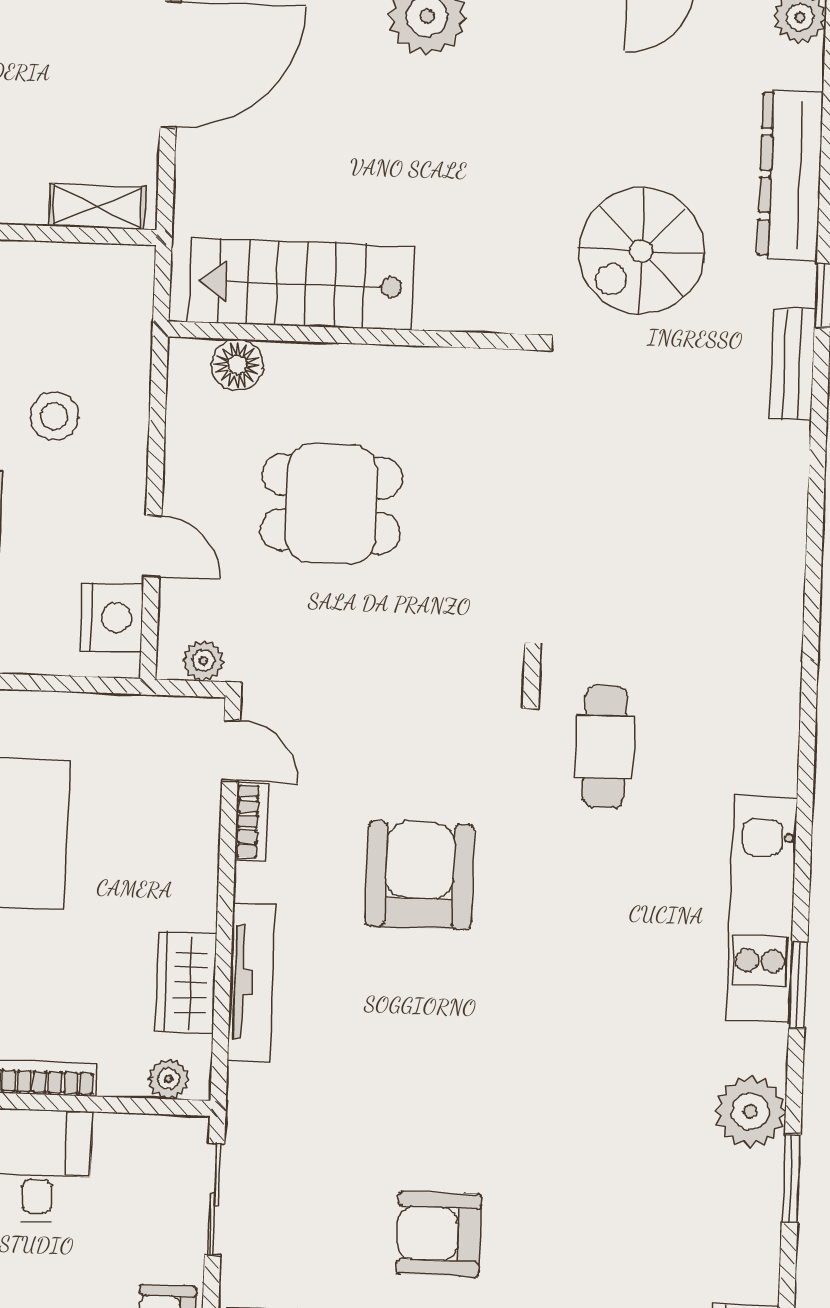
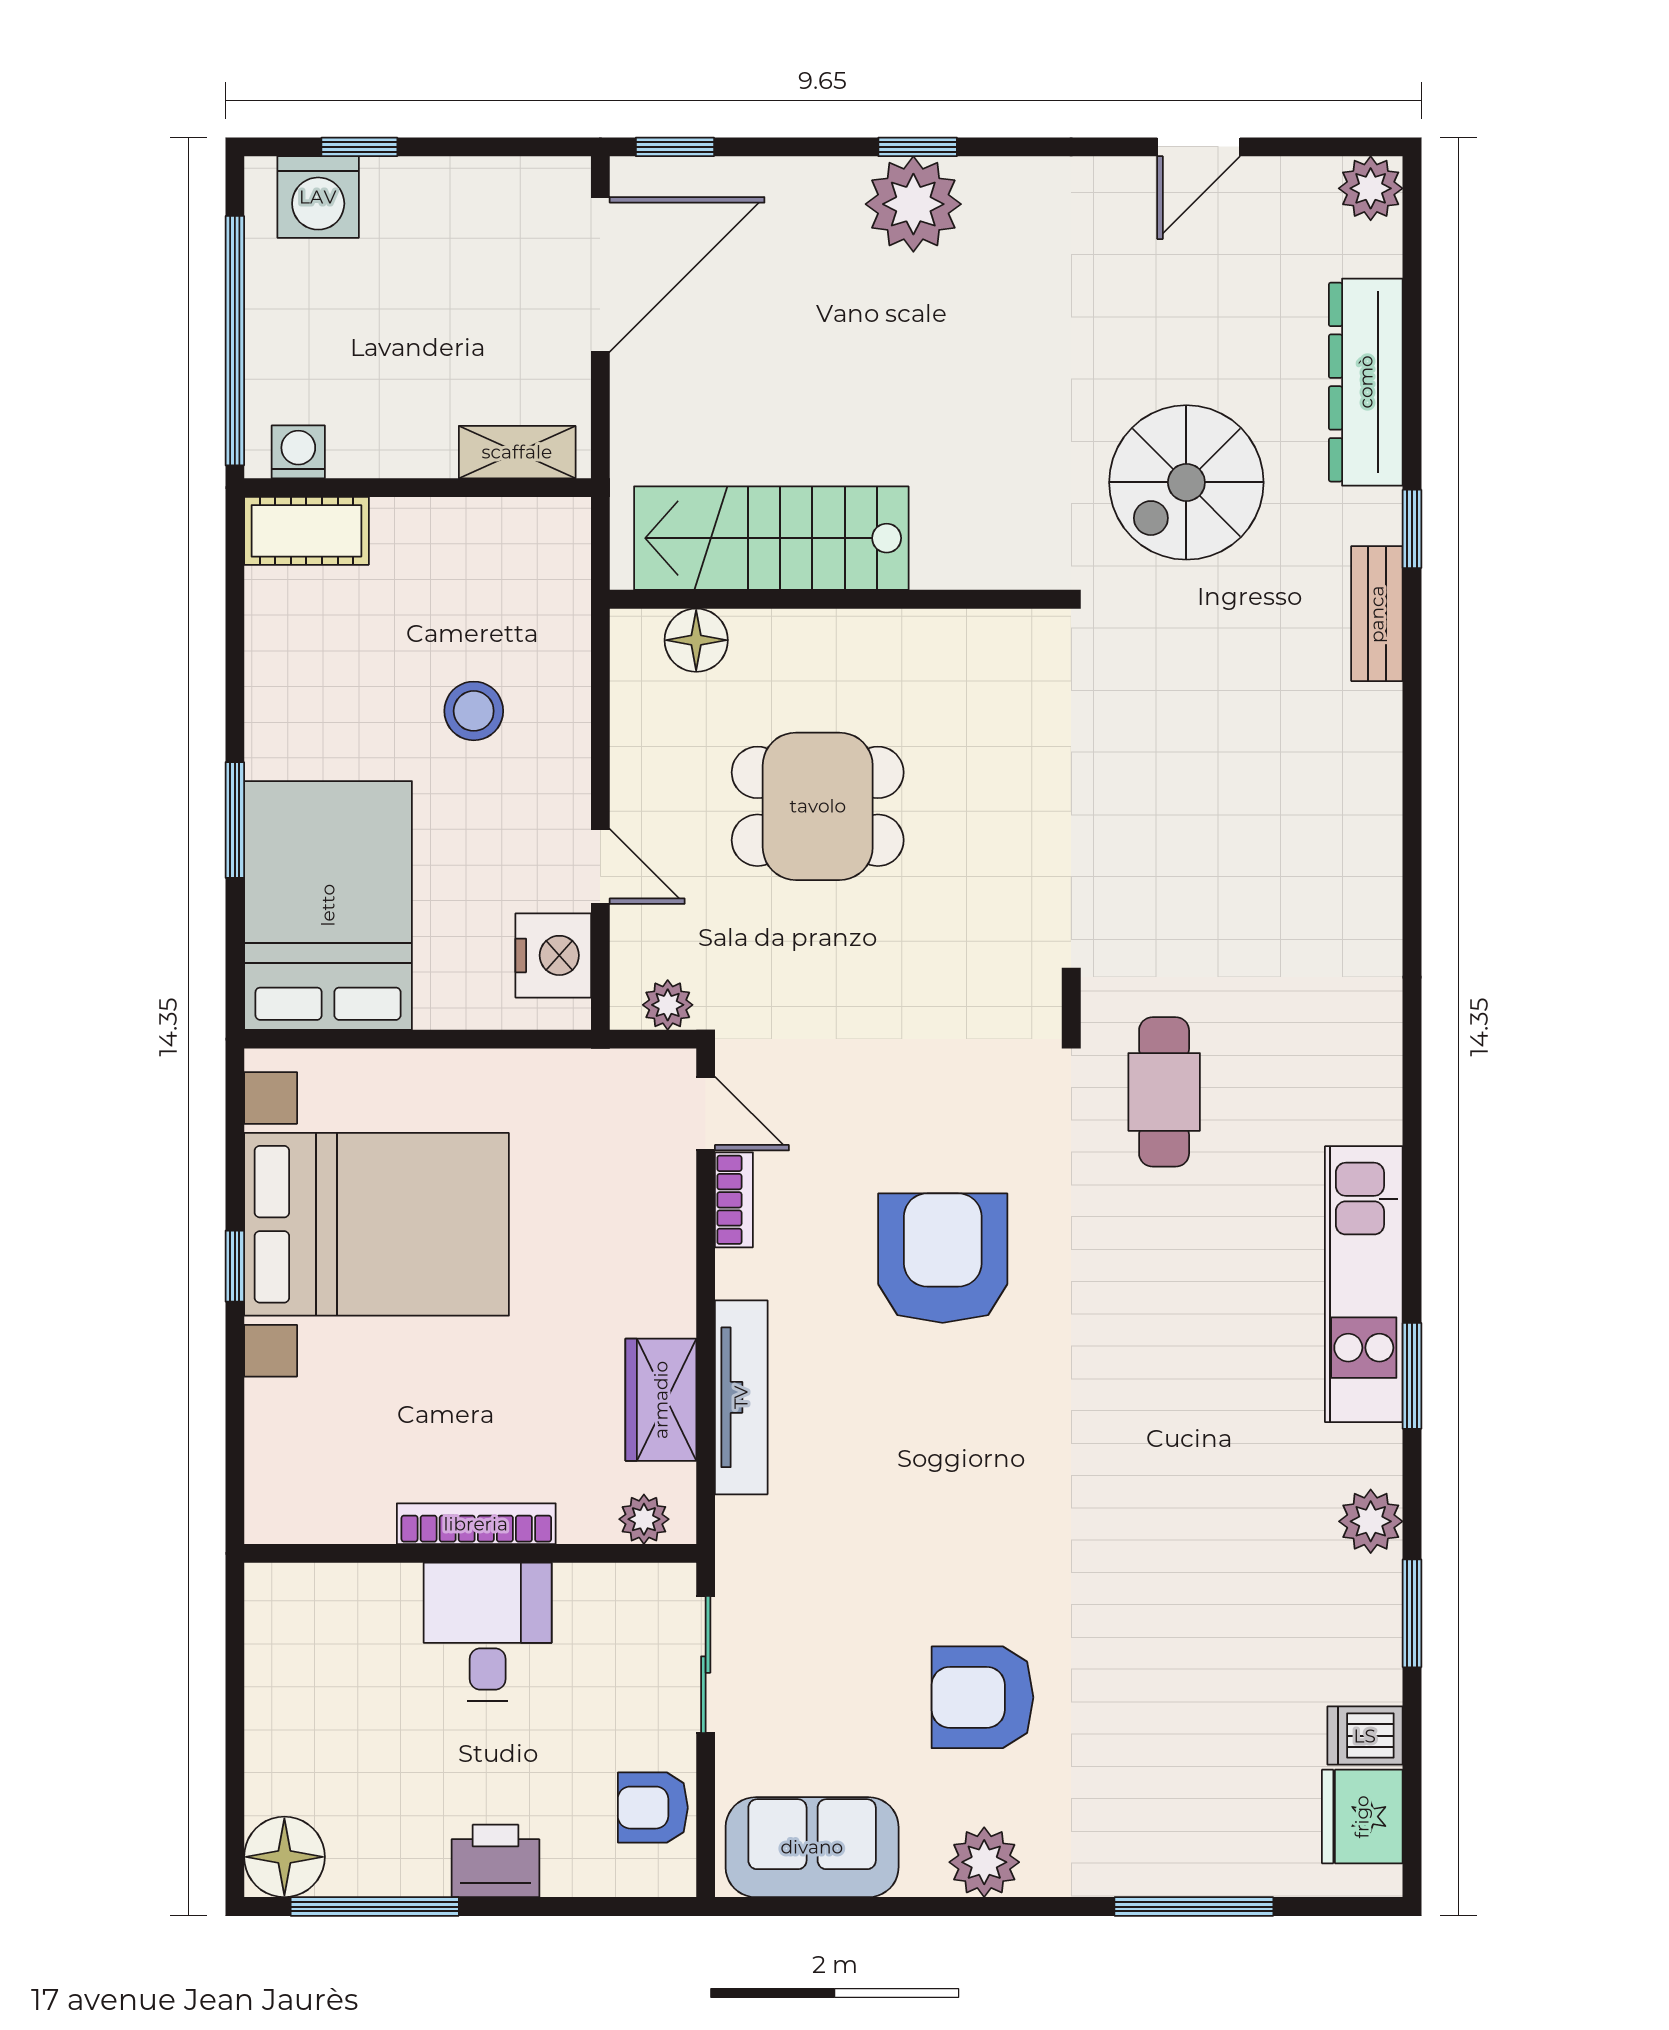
plant: (750, 1111) -> (1371, 1521), width x0.73, depth x0.73
dishwasher: (749, 1277) -> (1365, 1736), added

